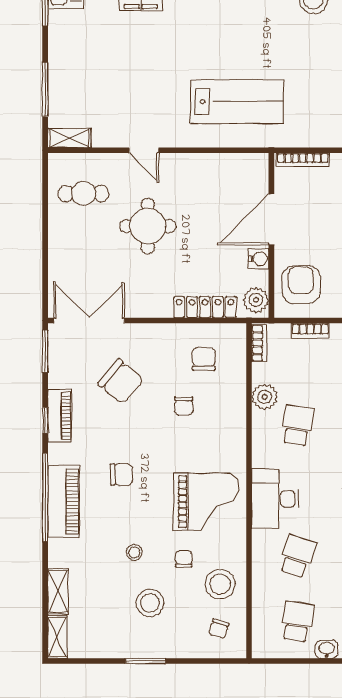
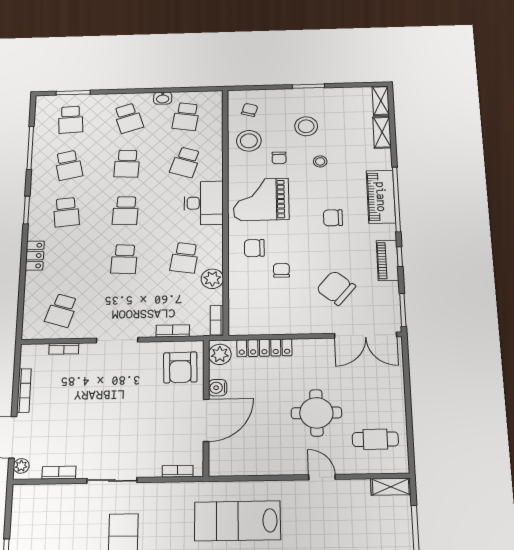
bookcase: (303, 160) -> (178, 471), width x0.64
chair: (204, 359) -> (254, 248), moved, turned 90

